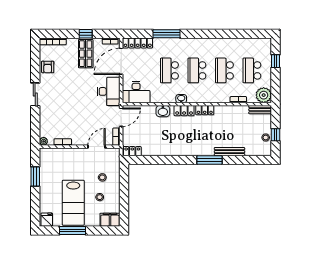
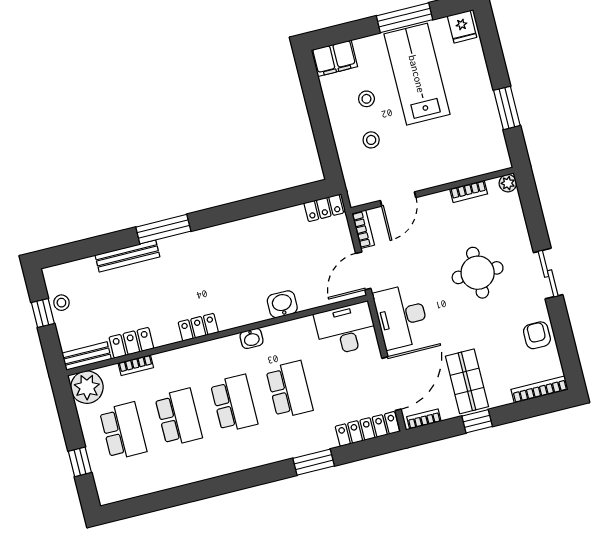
window: (167, 34) -> (314, 462), width x0.69
round table: (68, 103) -> (478, 273), added
locker: (184, 111) -> (131, 343), moved

